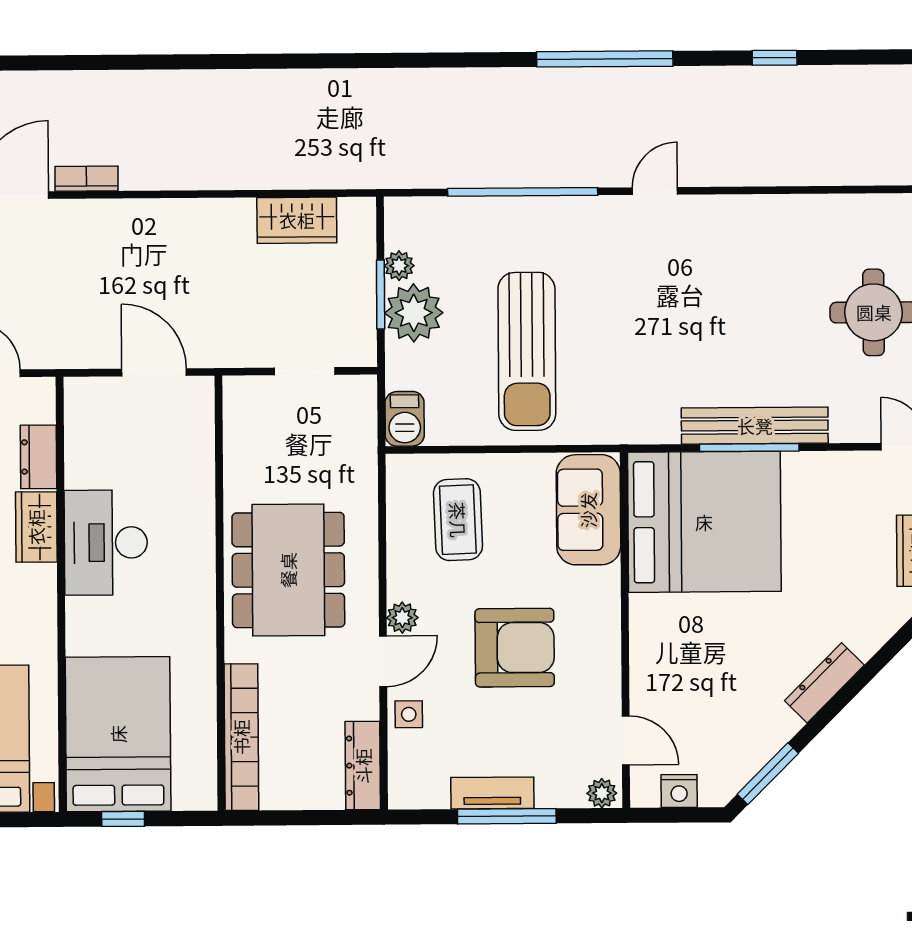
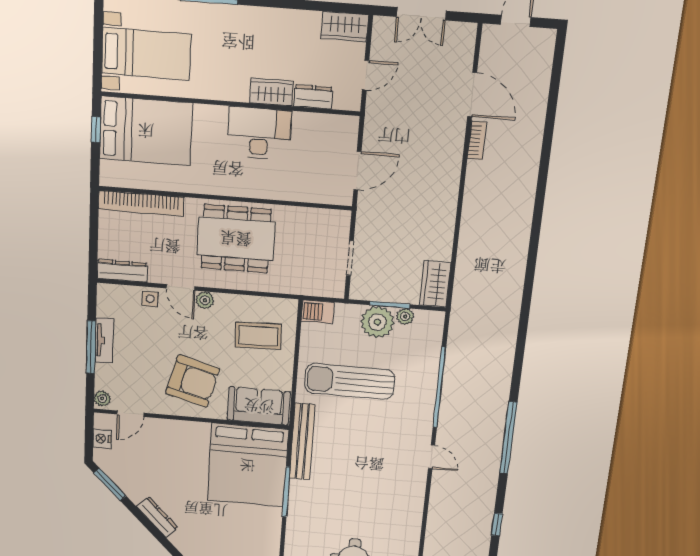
wardrobe: (297, 220) -> (435, 284), moved
bench: (755, 426) -> (302, 442), moved
armchair: (515, 648) -> (193, 381), moved, turned -75

